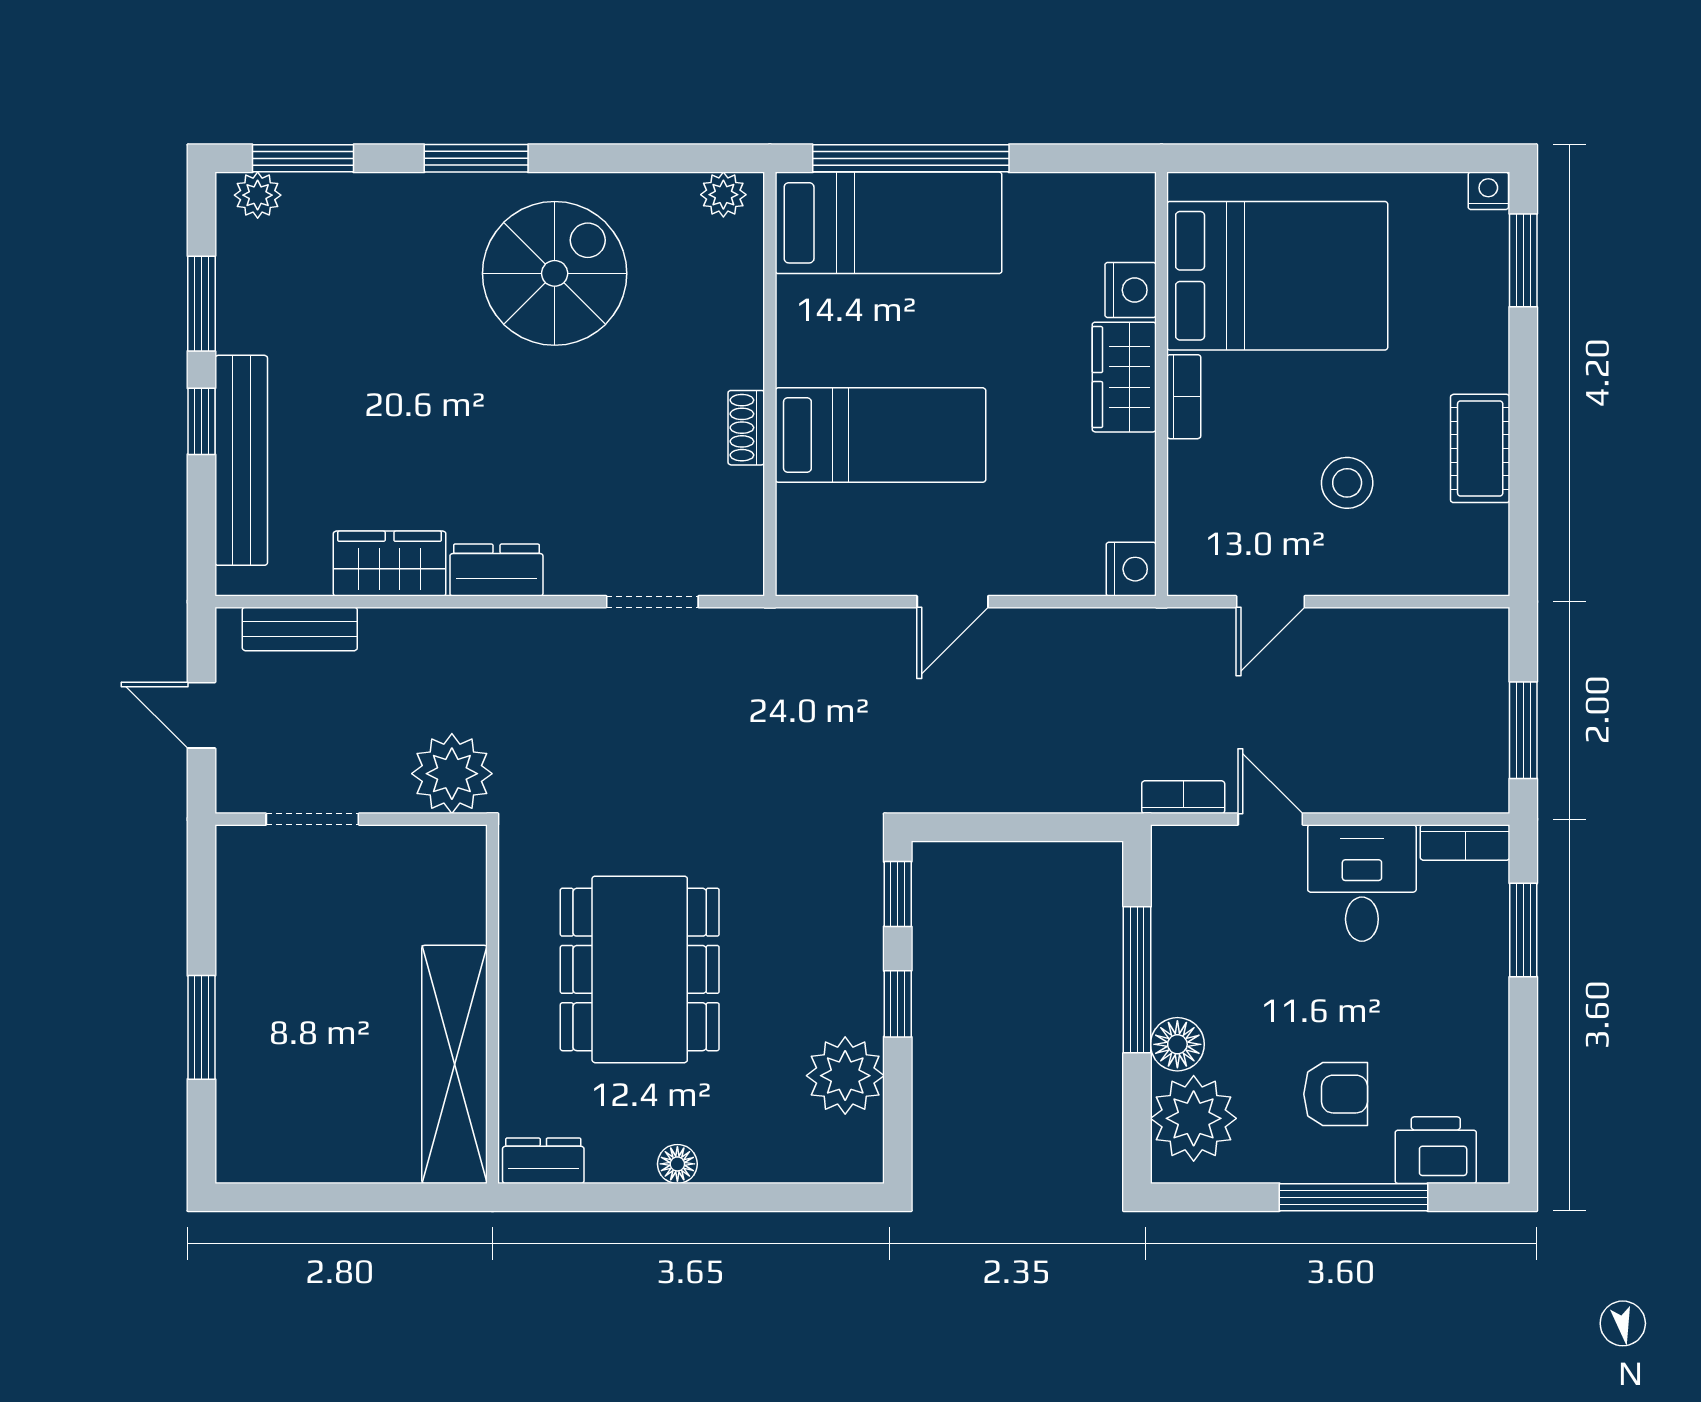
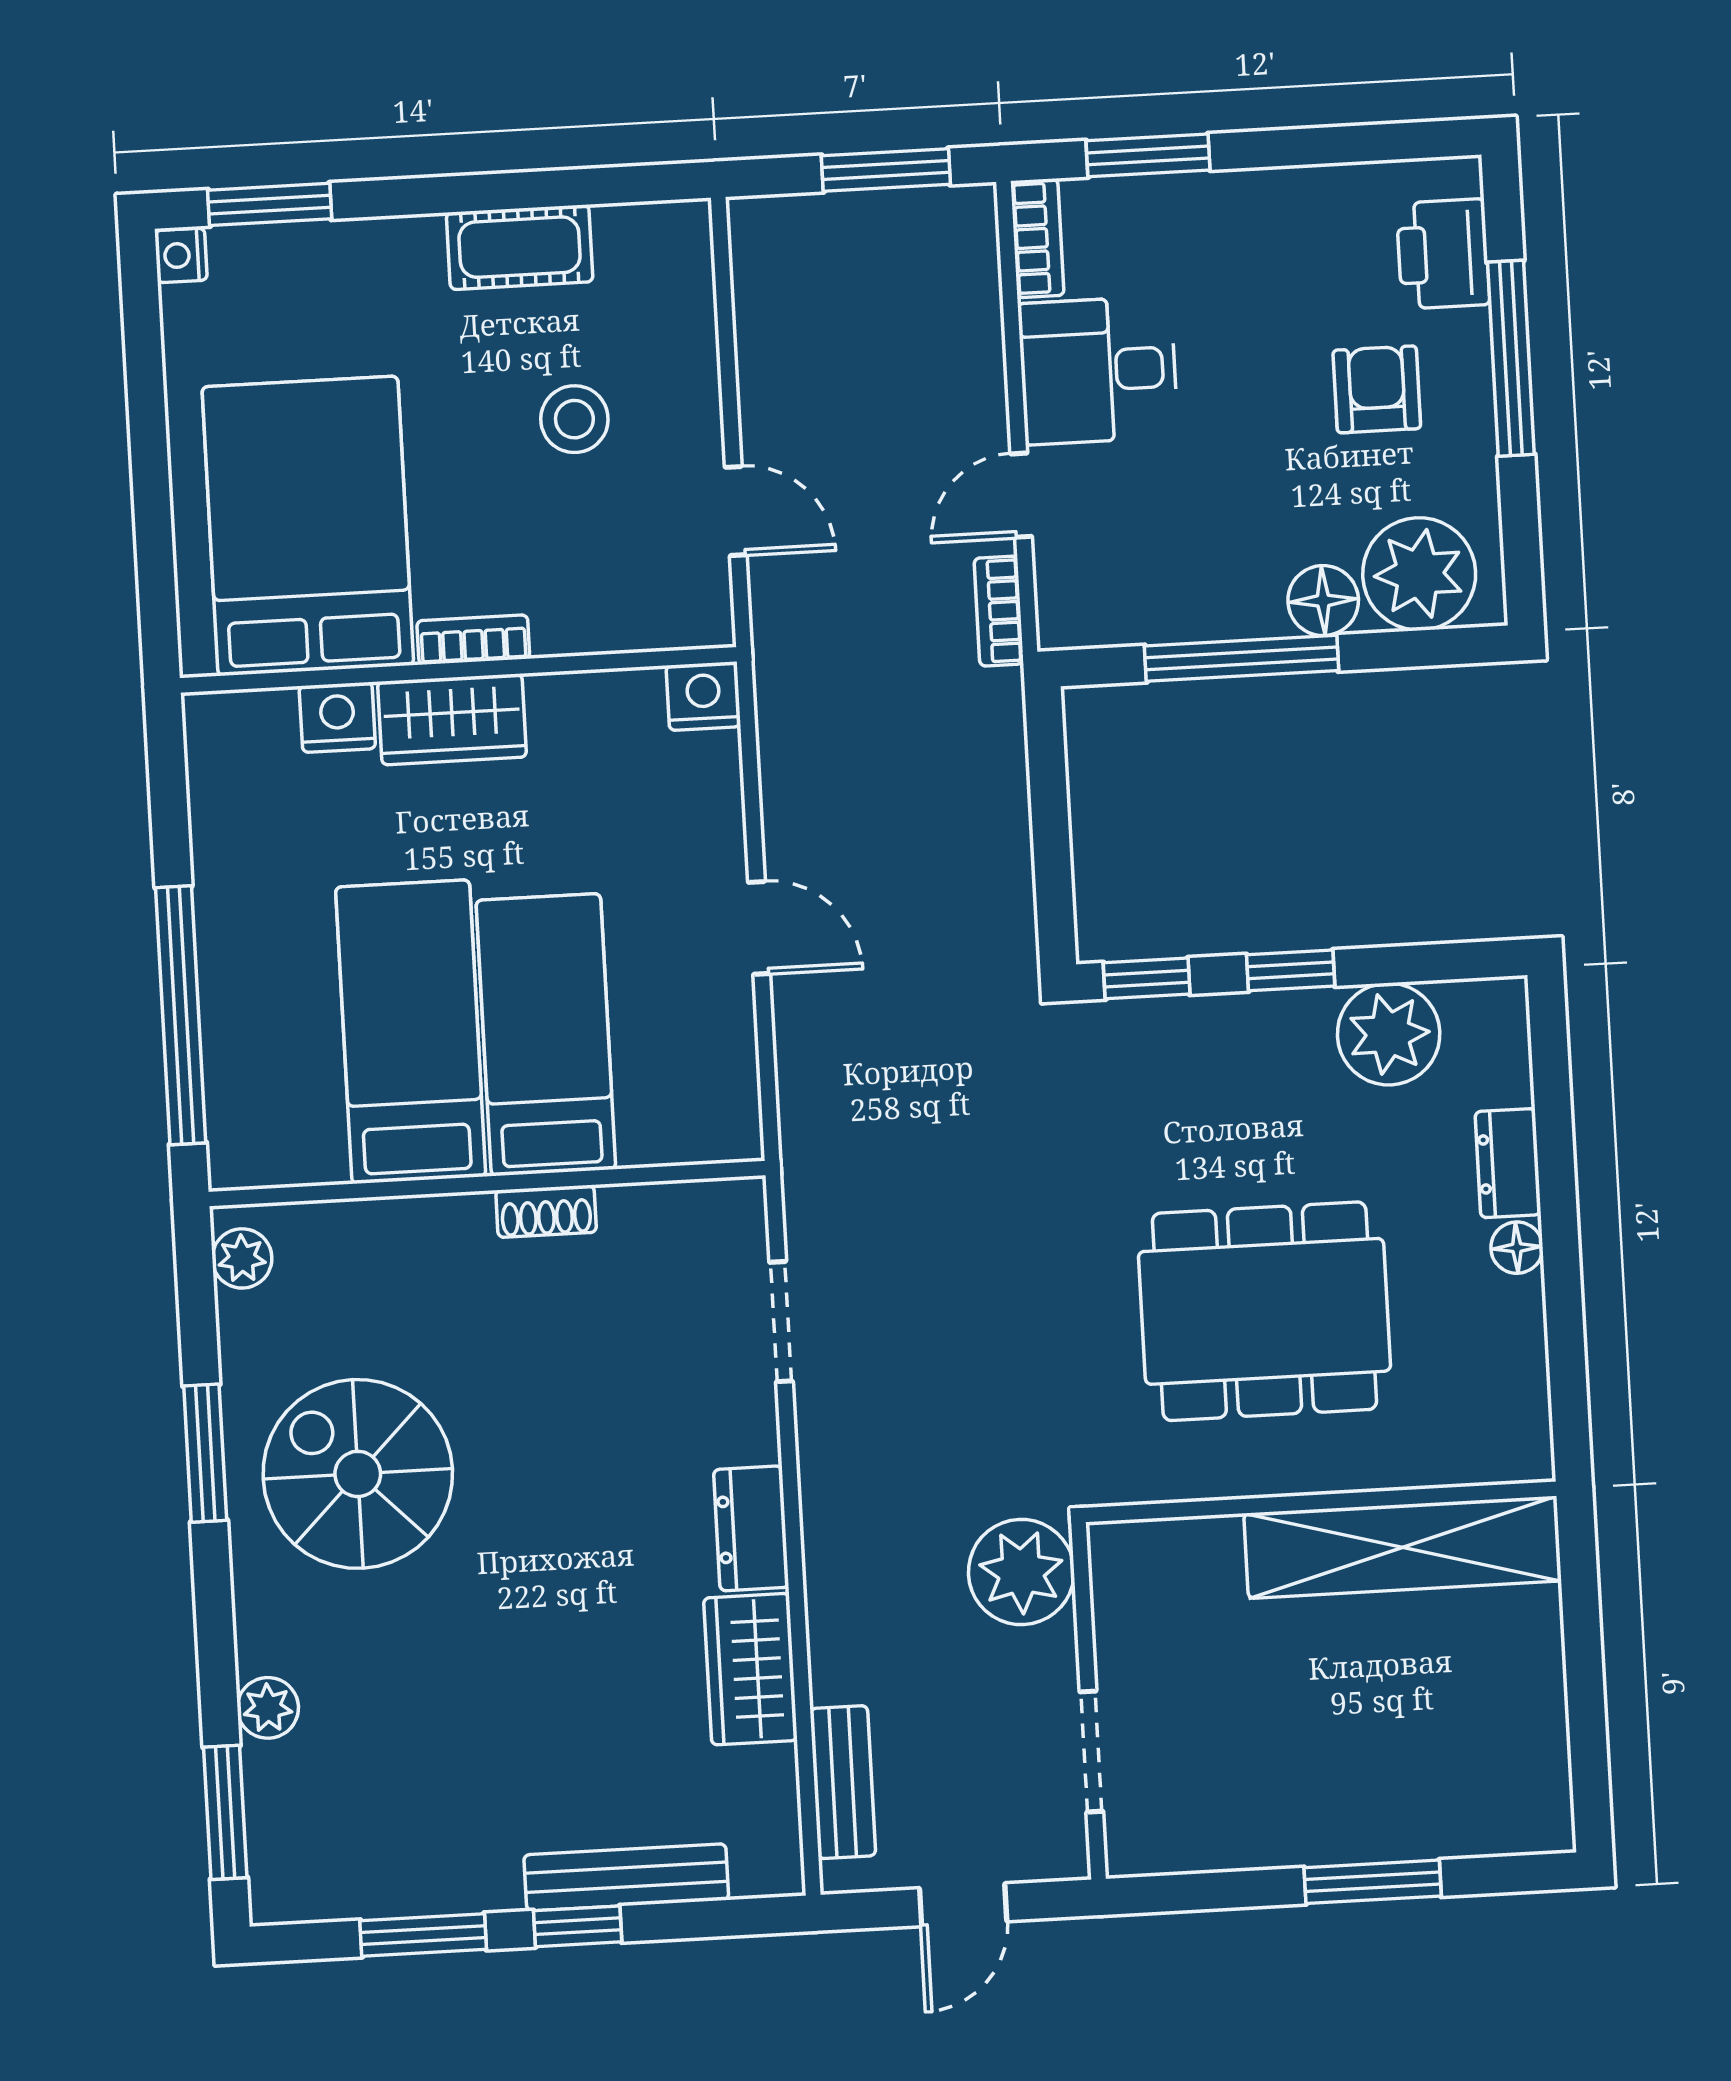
window: (476, 158) -> (205, 1453), moved
plant: (258, 195) -> (268, 1708), moved
bed: (888, 223) -> (411, 1032), moved
bench: (241, 460) -> (626, 1877), width x0.73, depth x0.82
dresser: (543, 1161) -> (1508, 1163), moved

